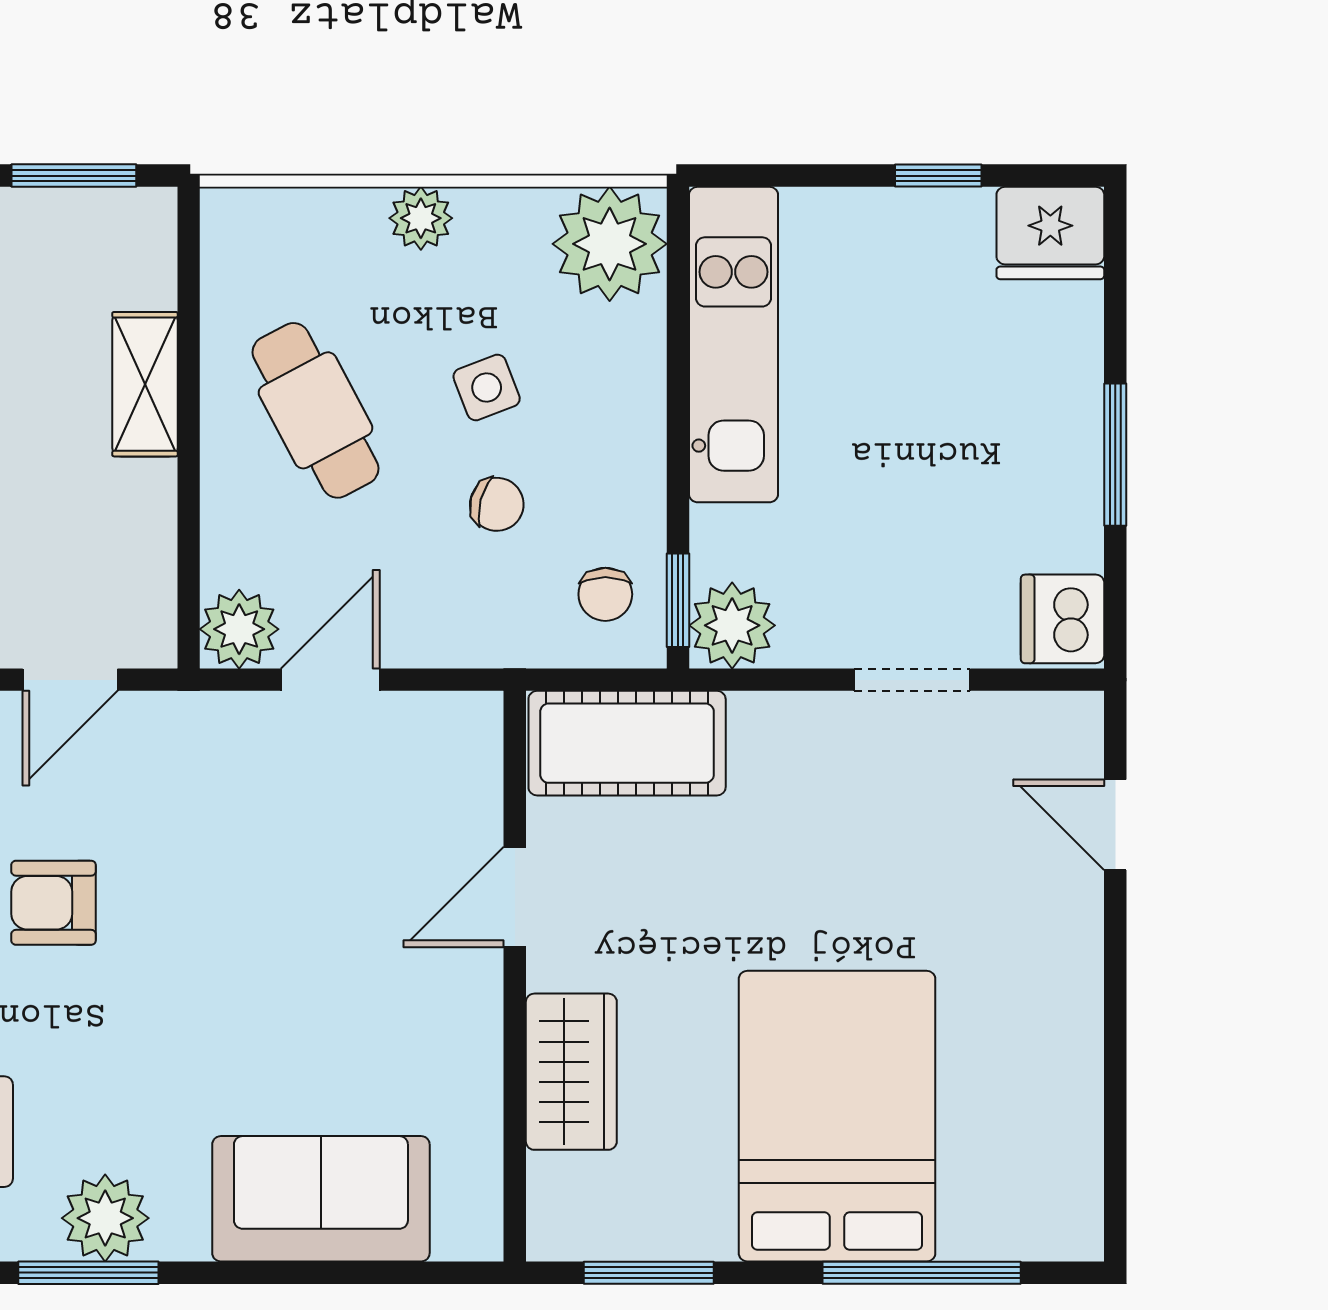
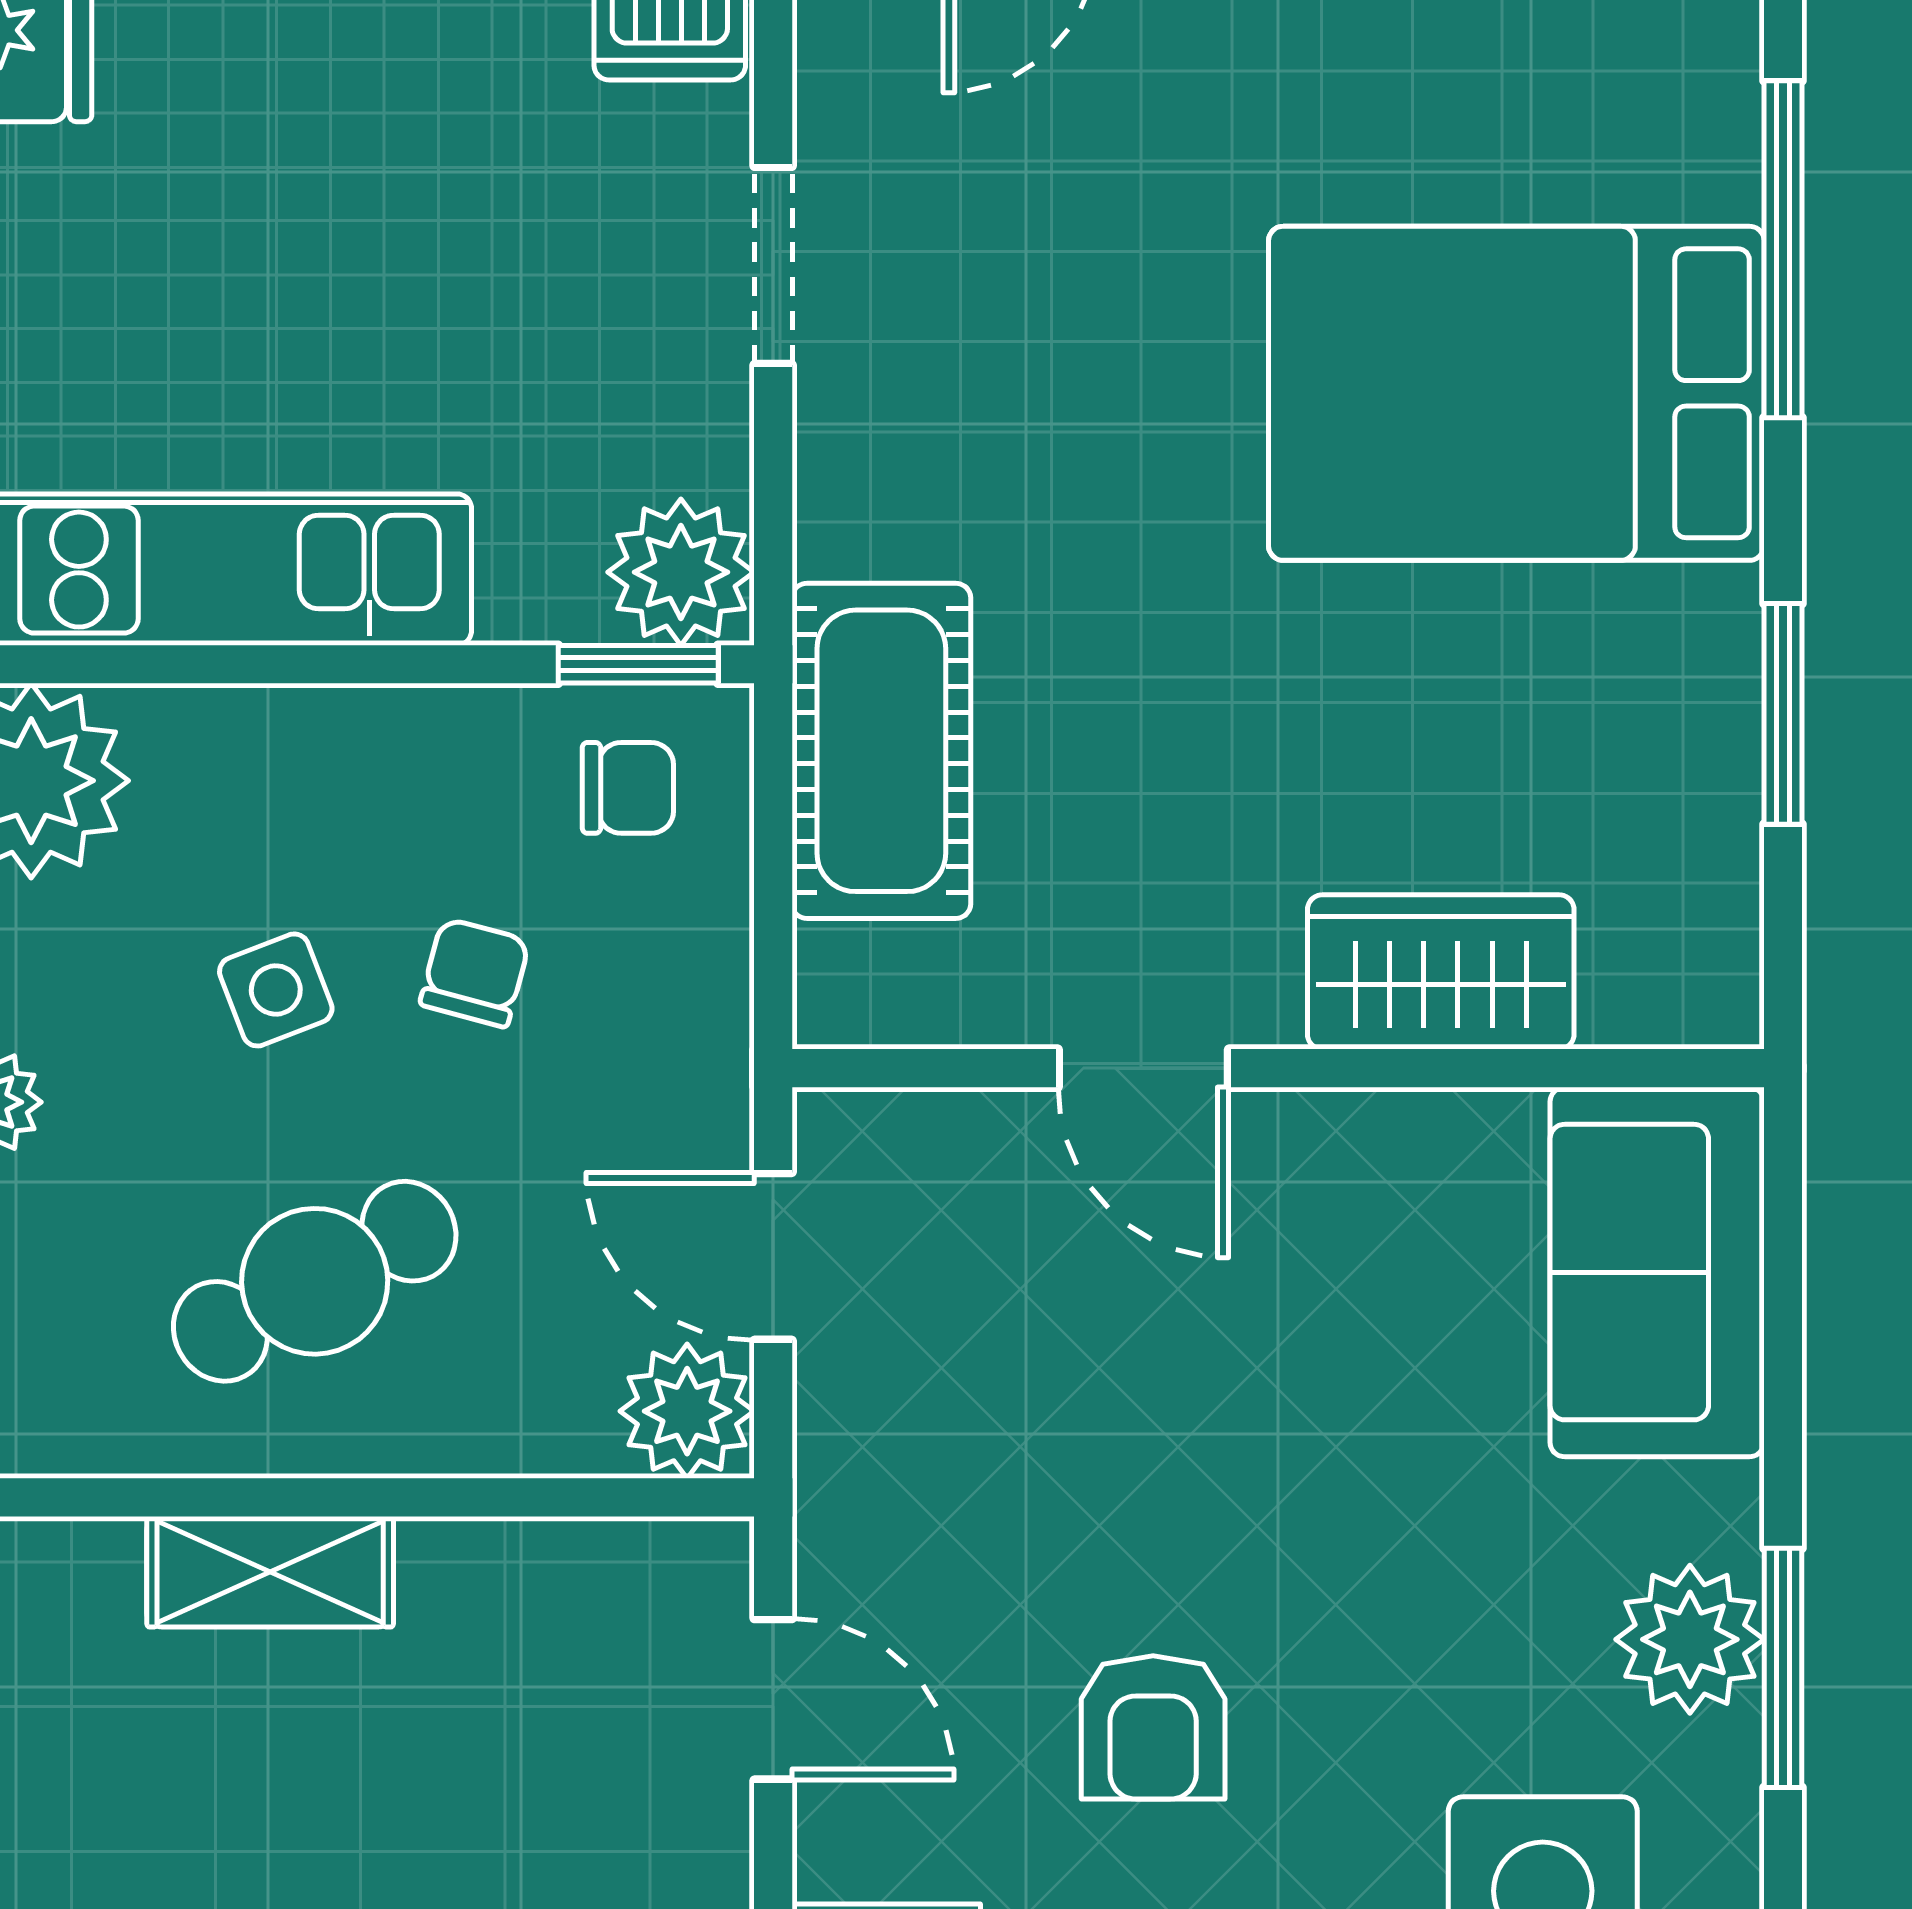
door: (515, 897) -> (1143, 1068), moved
wall: (515, 976) -> (1278, 1068), moved
wardrobe: (571, 1072) -> (1441, 972), moved

